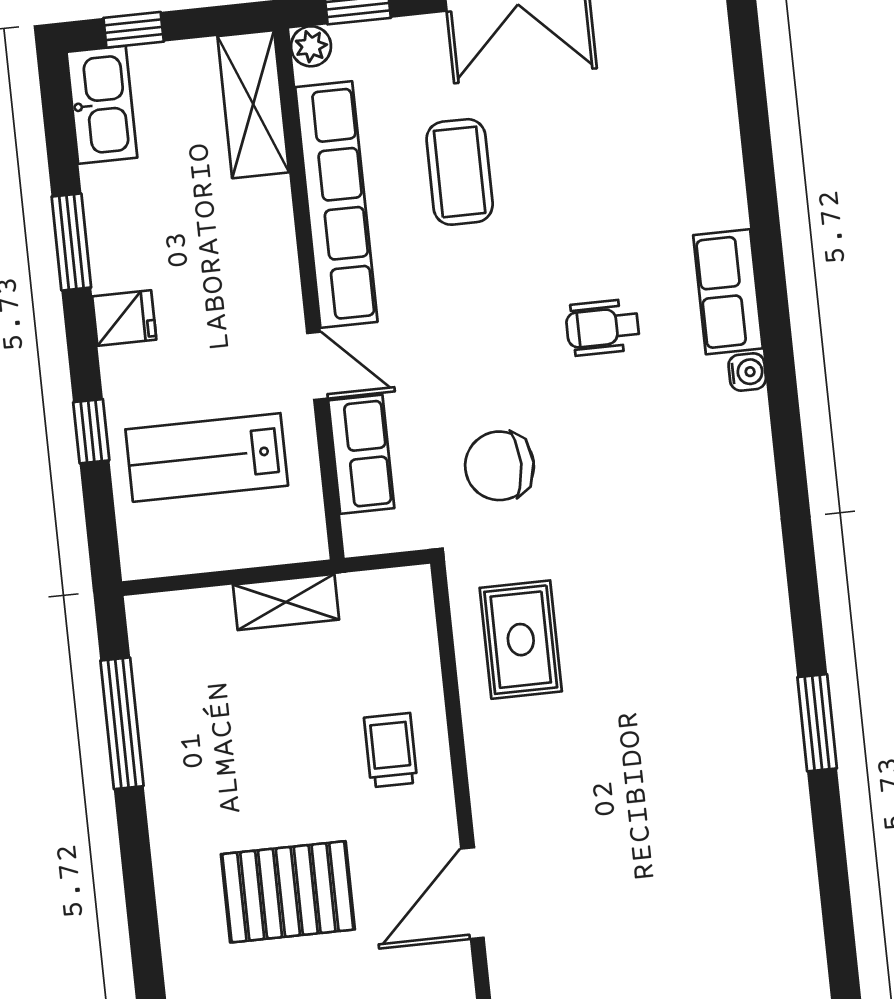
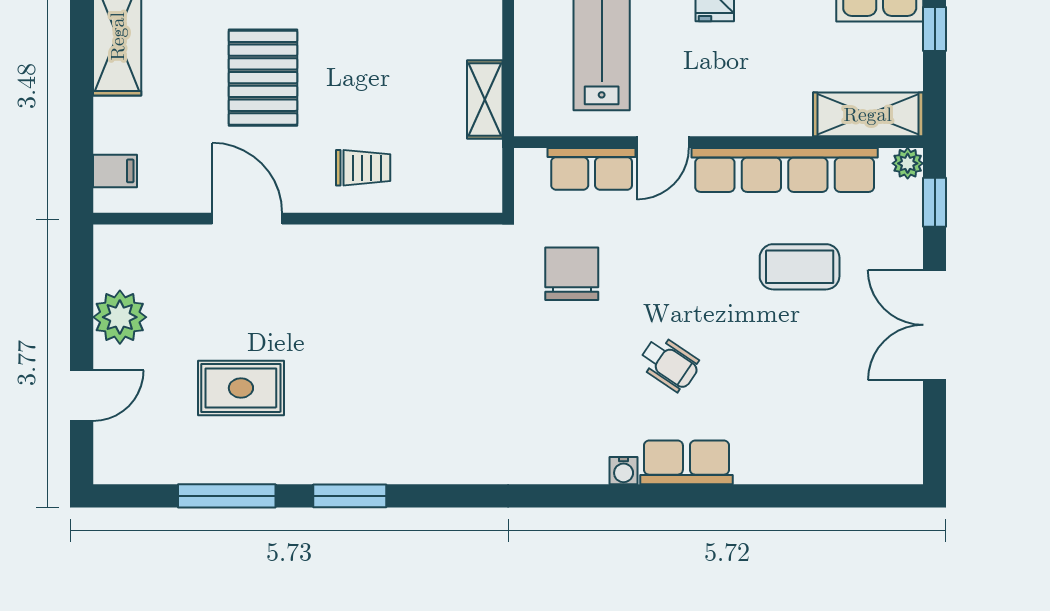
wheelchair: (603, 327) -> (669, 364), turned 124
rug: (521, 640) -> (241, 388), moved
window: (834, 882) -> (227, 496), added

